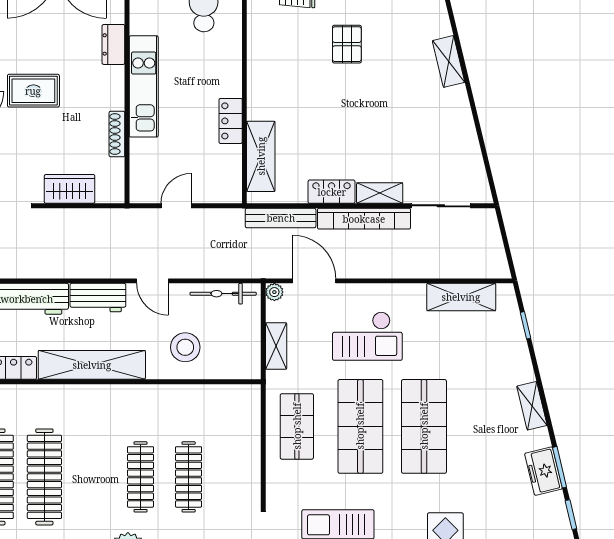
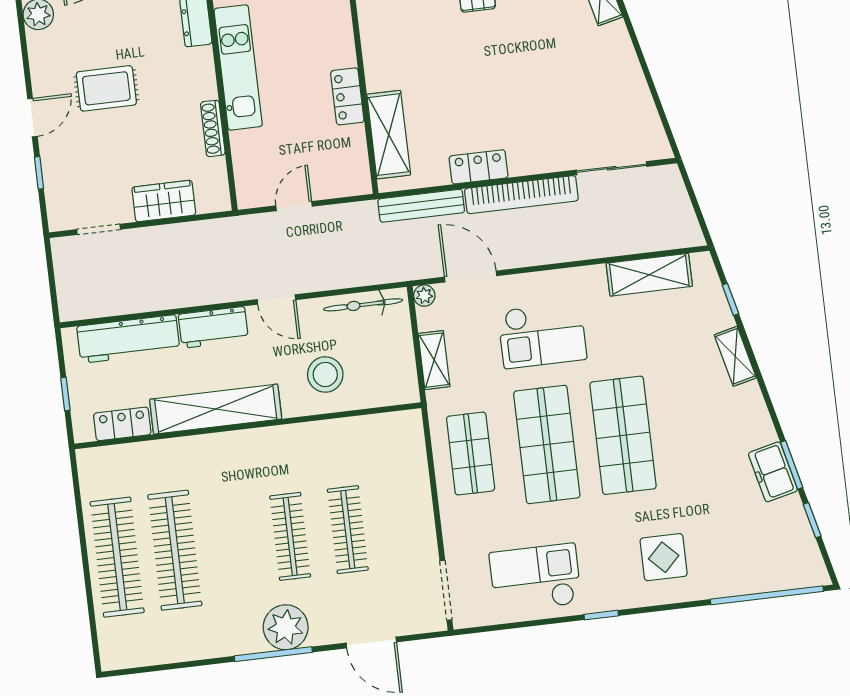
shelving: (380, 193) -> (537, 162), removed
shelving: (532, 406) -> (735, 356), moved

